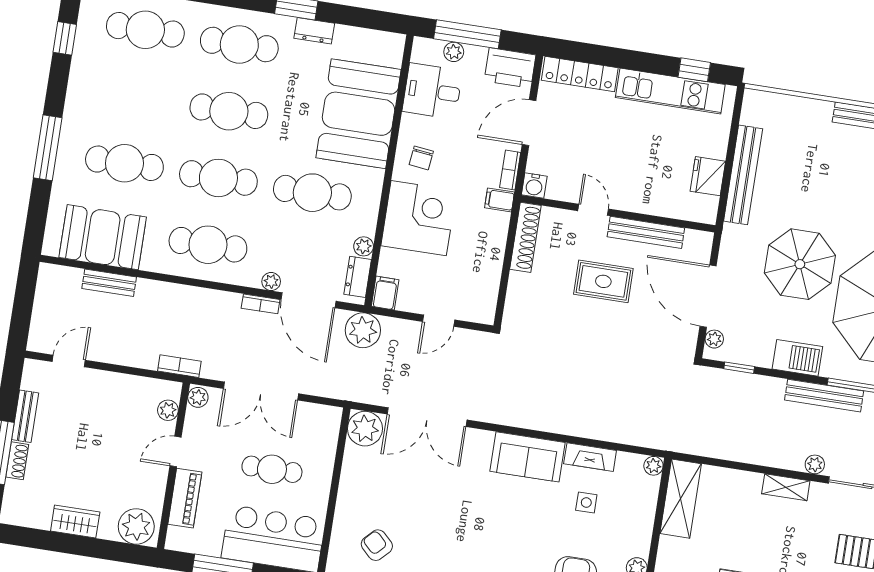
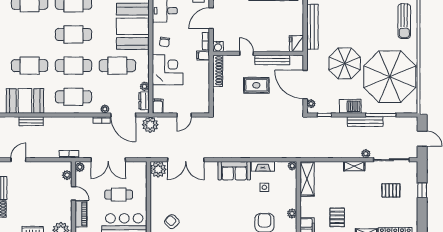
fridge: (708, 176) -> (296, 44), moved
door: (176, 451) -> (73, 193), swing flipped

